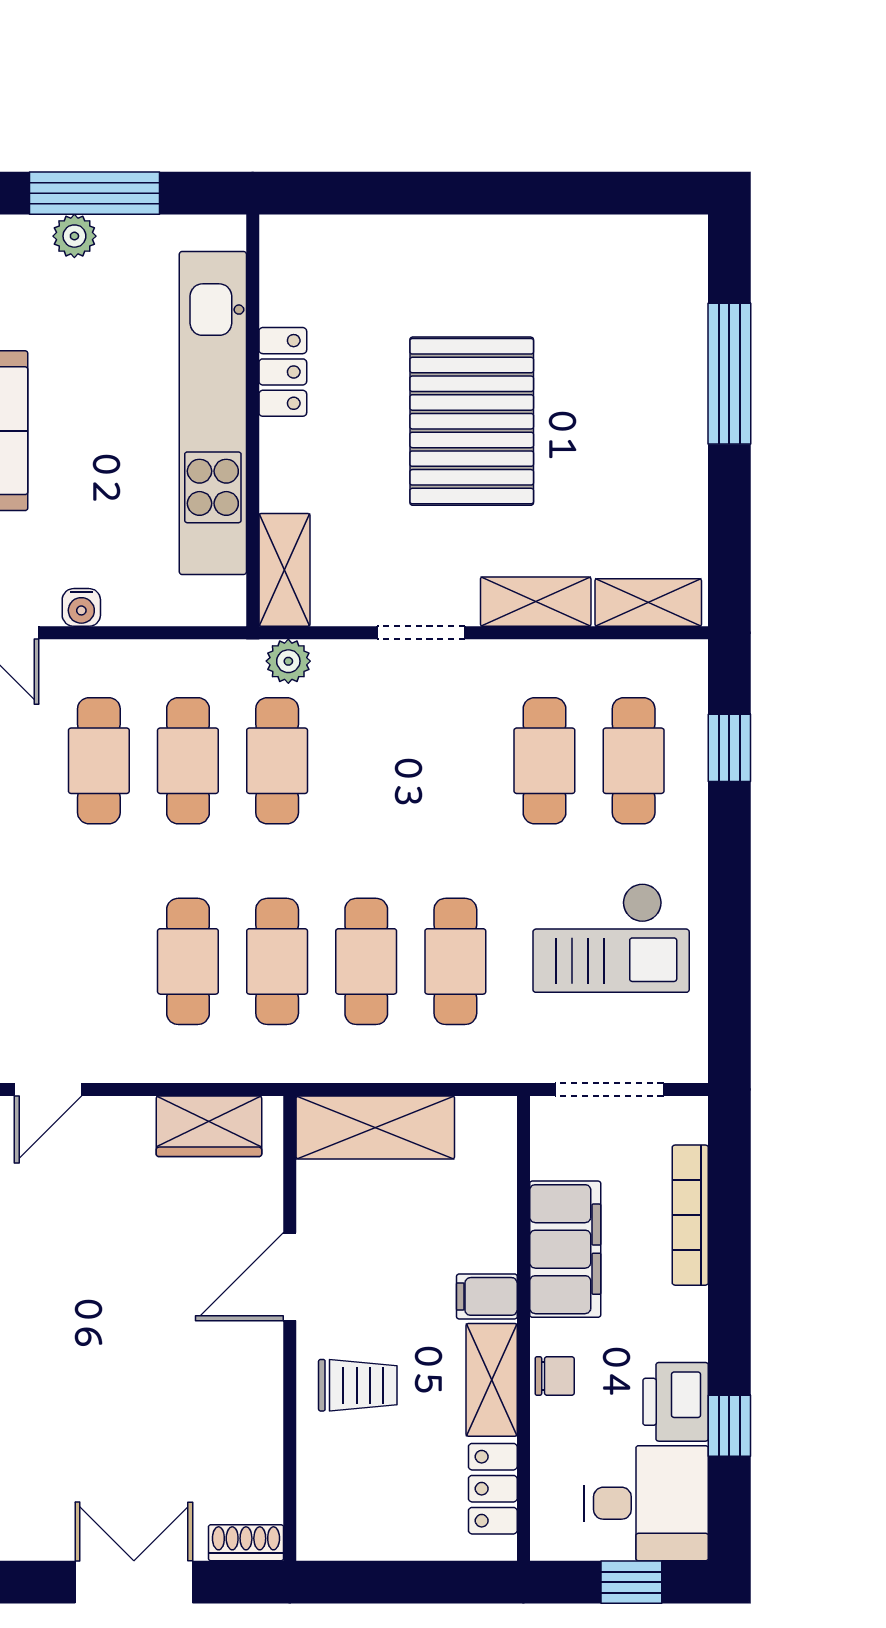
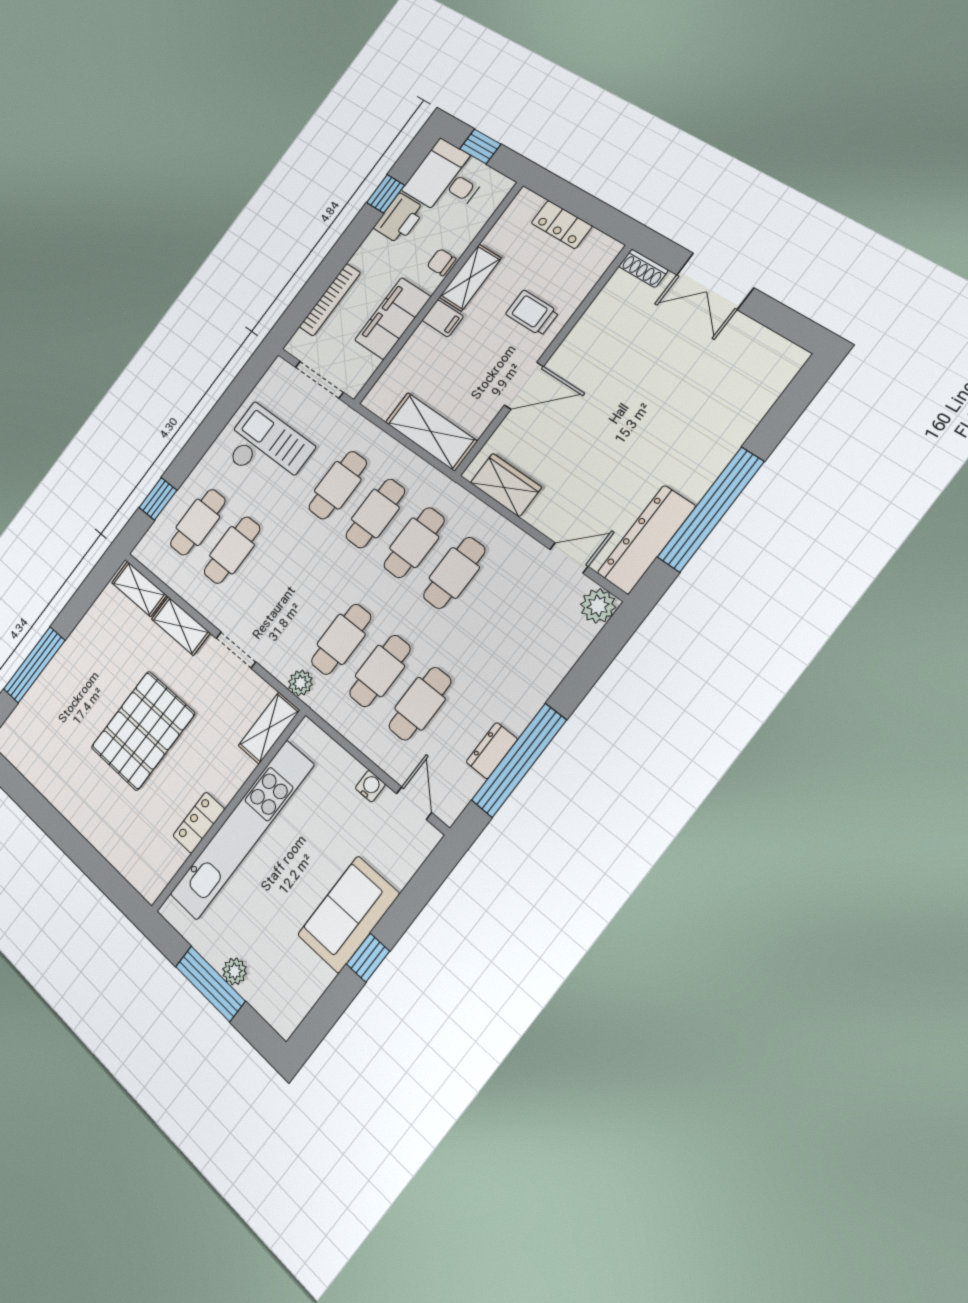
locker: (493, 1489) -> (562, 225), moved, turned 90

